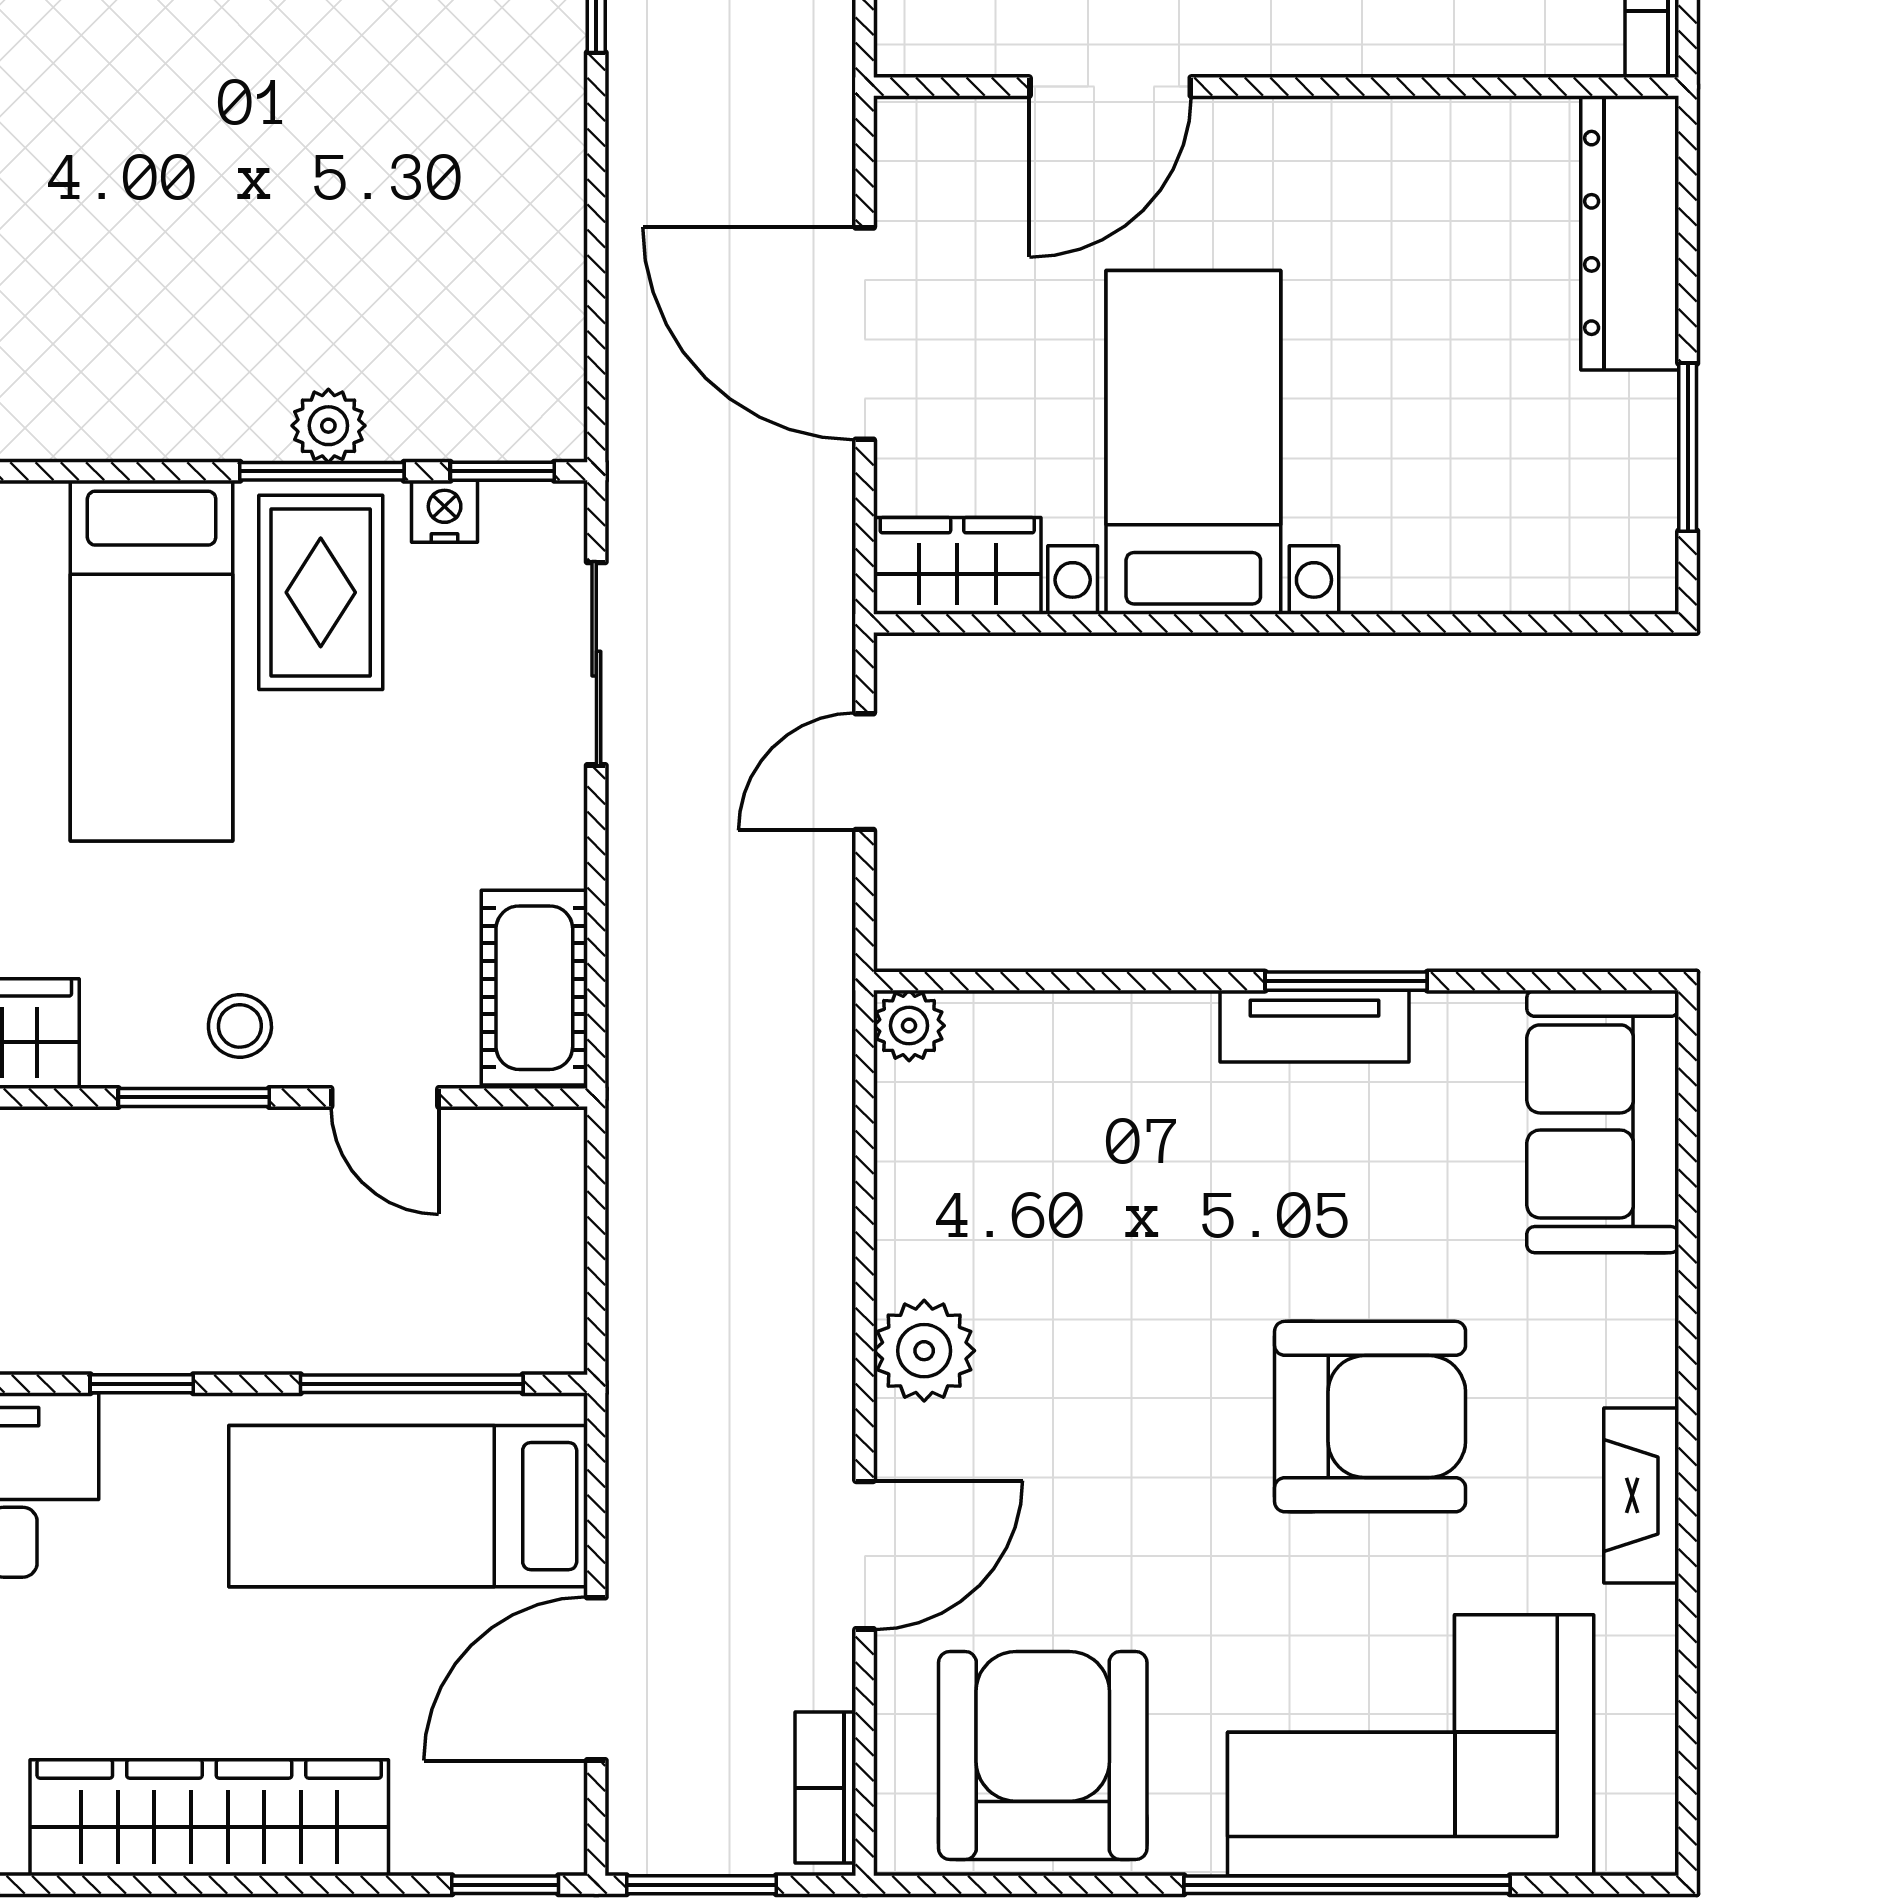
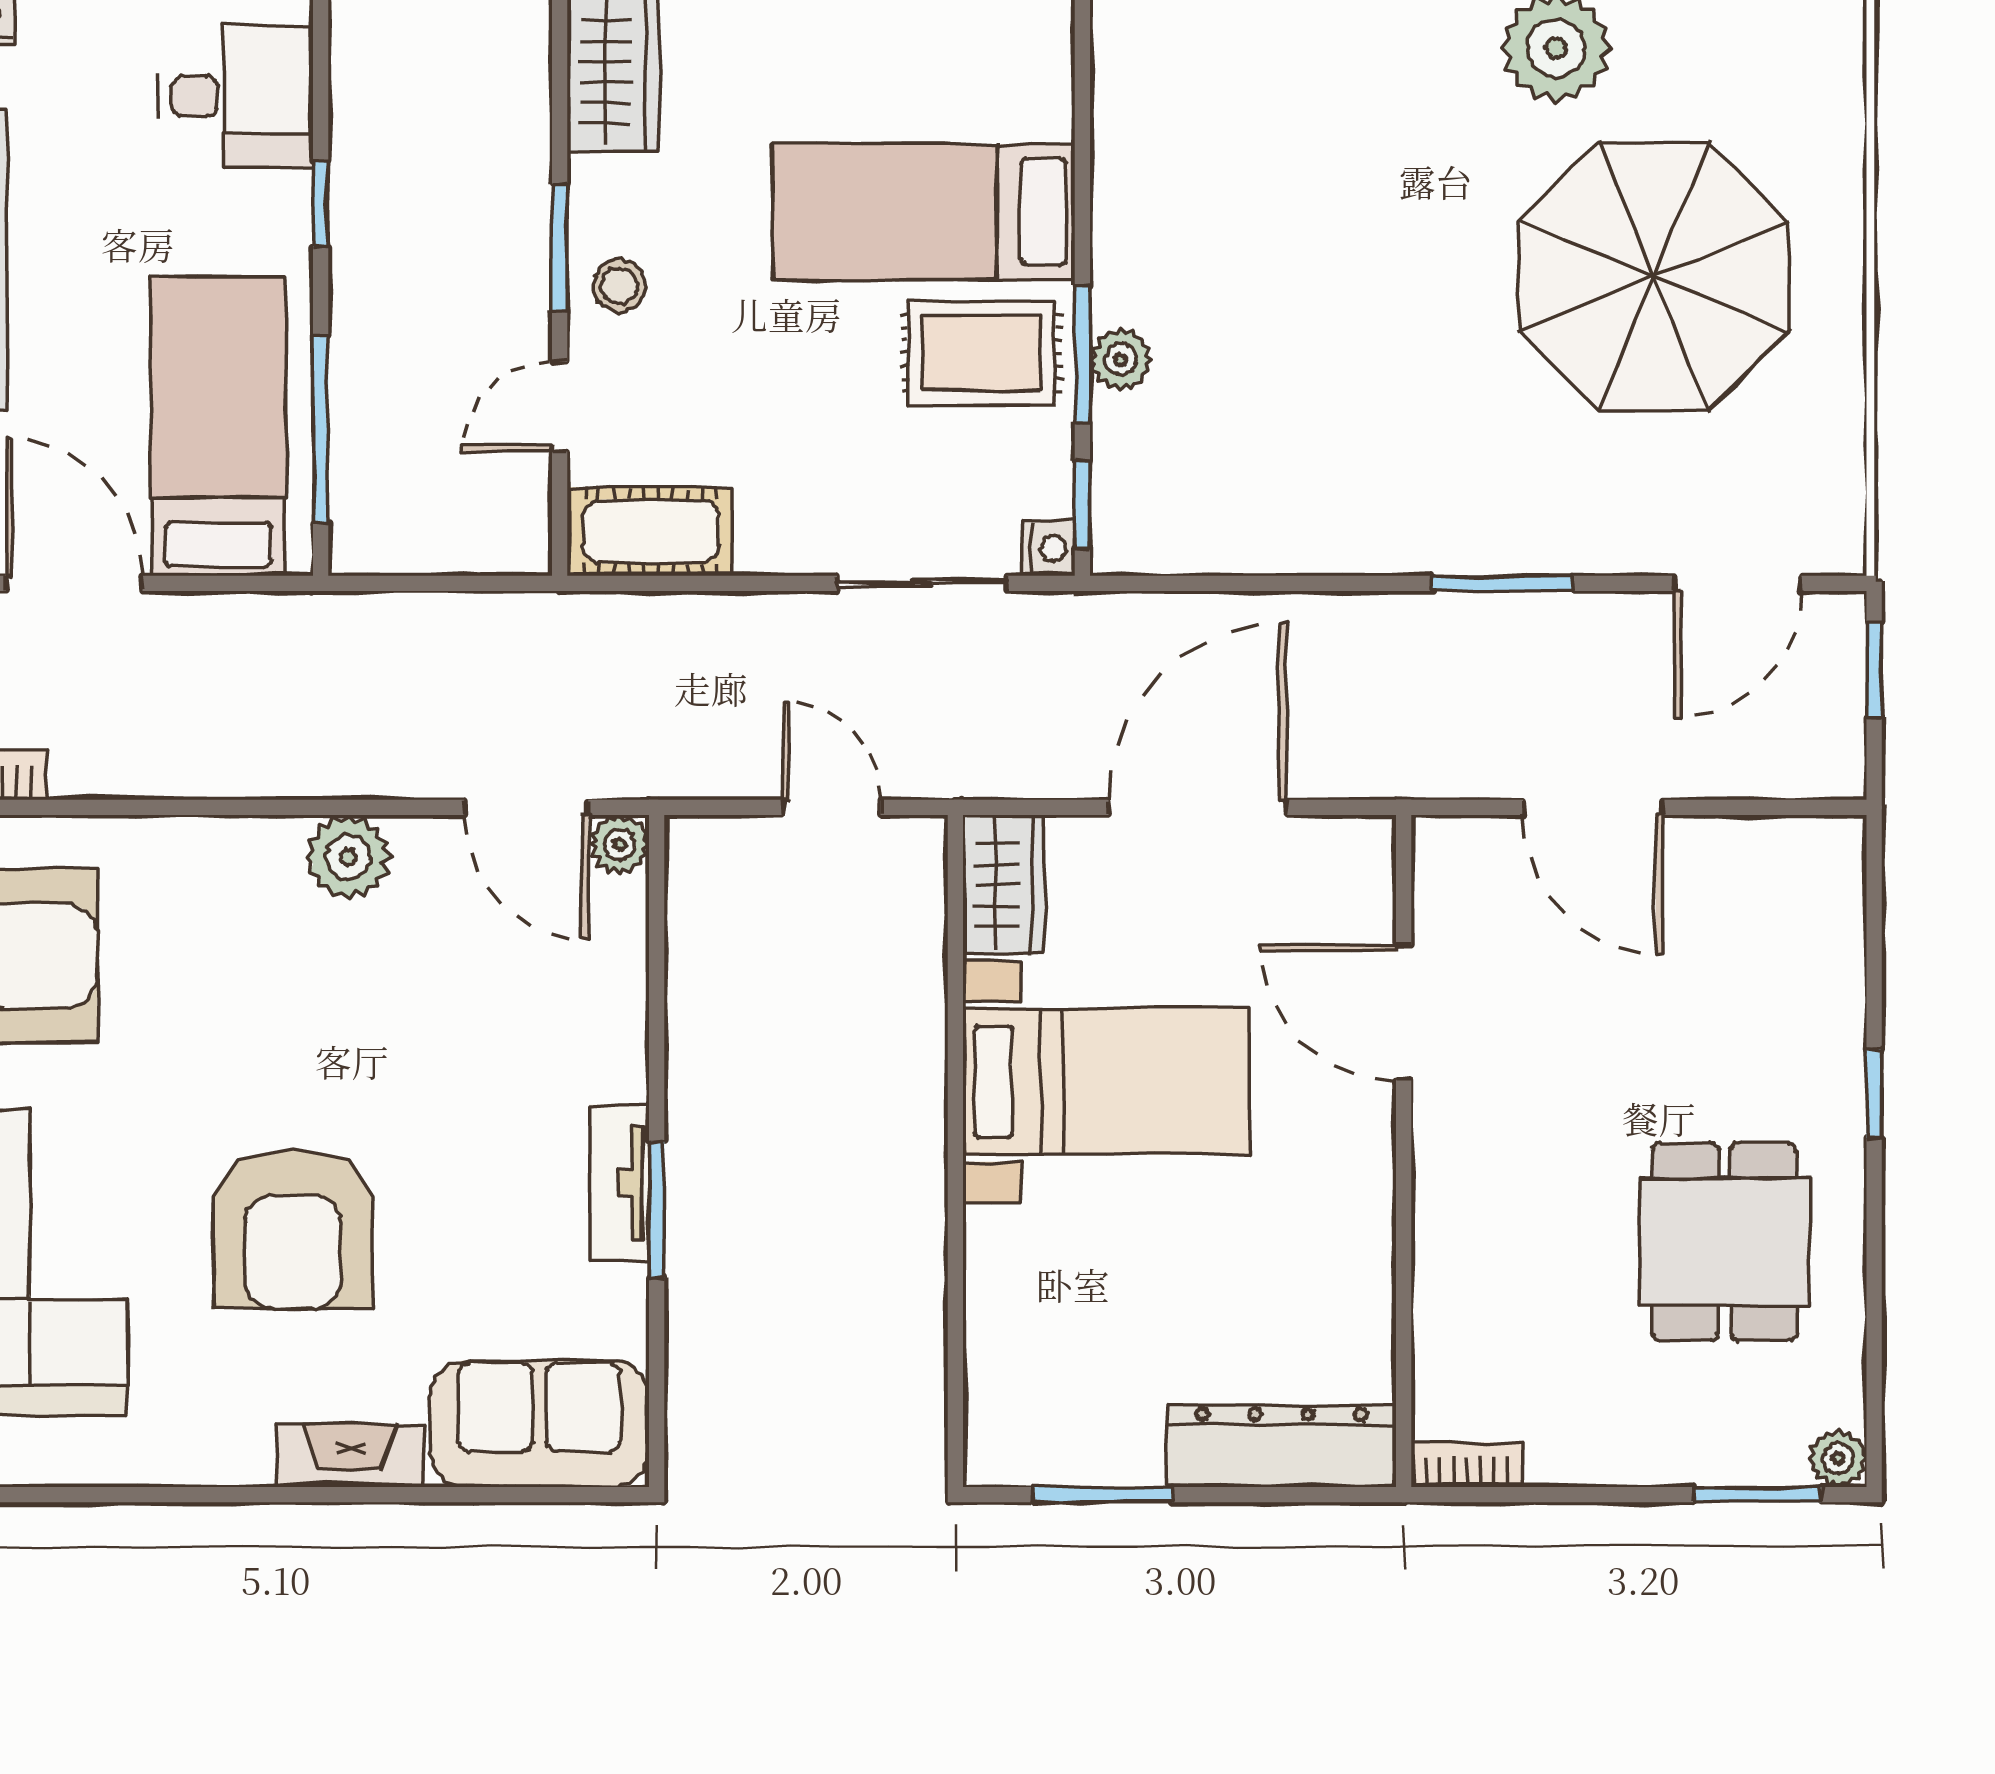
nightstand: (445, 511) -> (1049, 548), moved
fireplace: (1641, 1495) -> (351, 1456), moved
door: (865, 1555) -> (526, 807), moved

